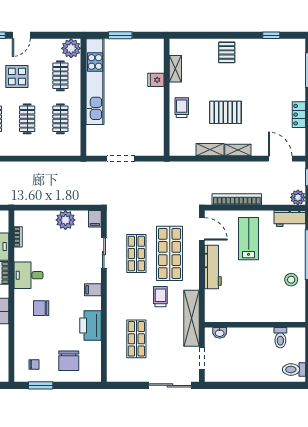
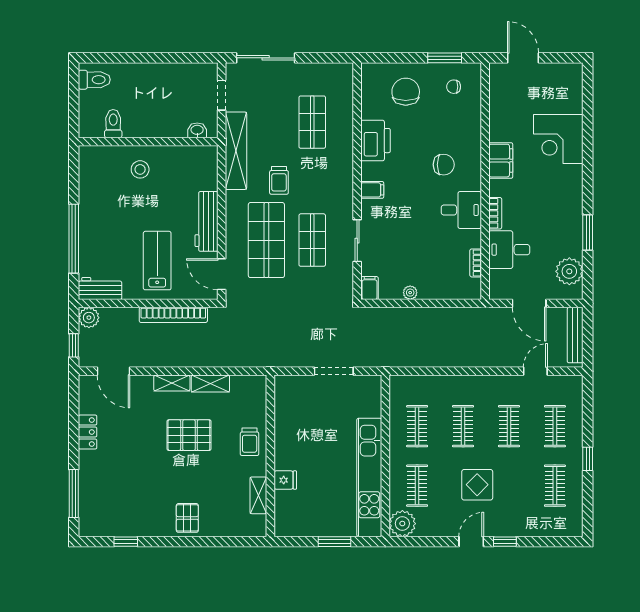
plant: (65, 220) -> (410, 293), width x0.53, depth x0.53
lab bench: (249, 239) -> (157, 261), turned 180
stool: (291, 280) -> (140, 169), moved

